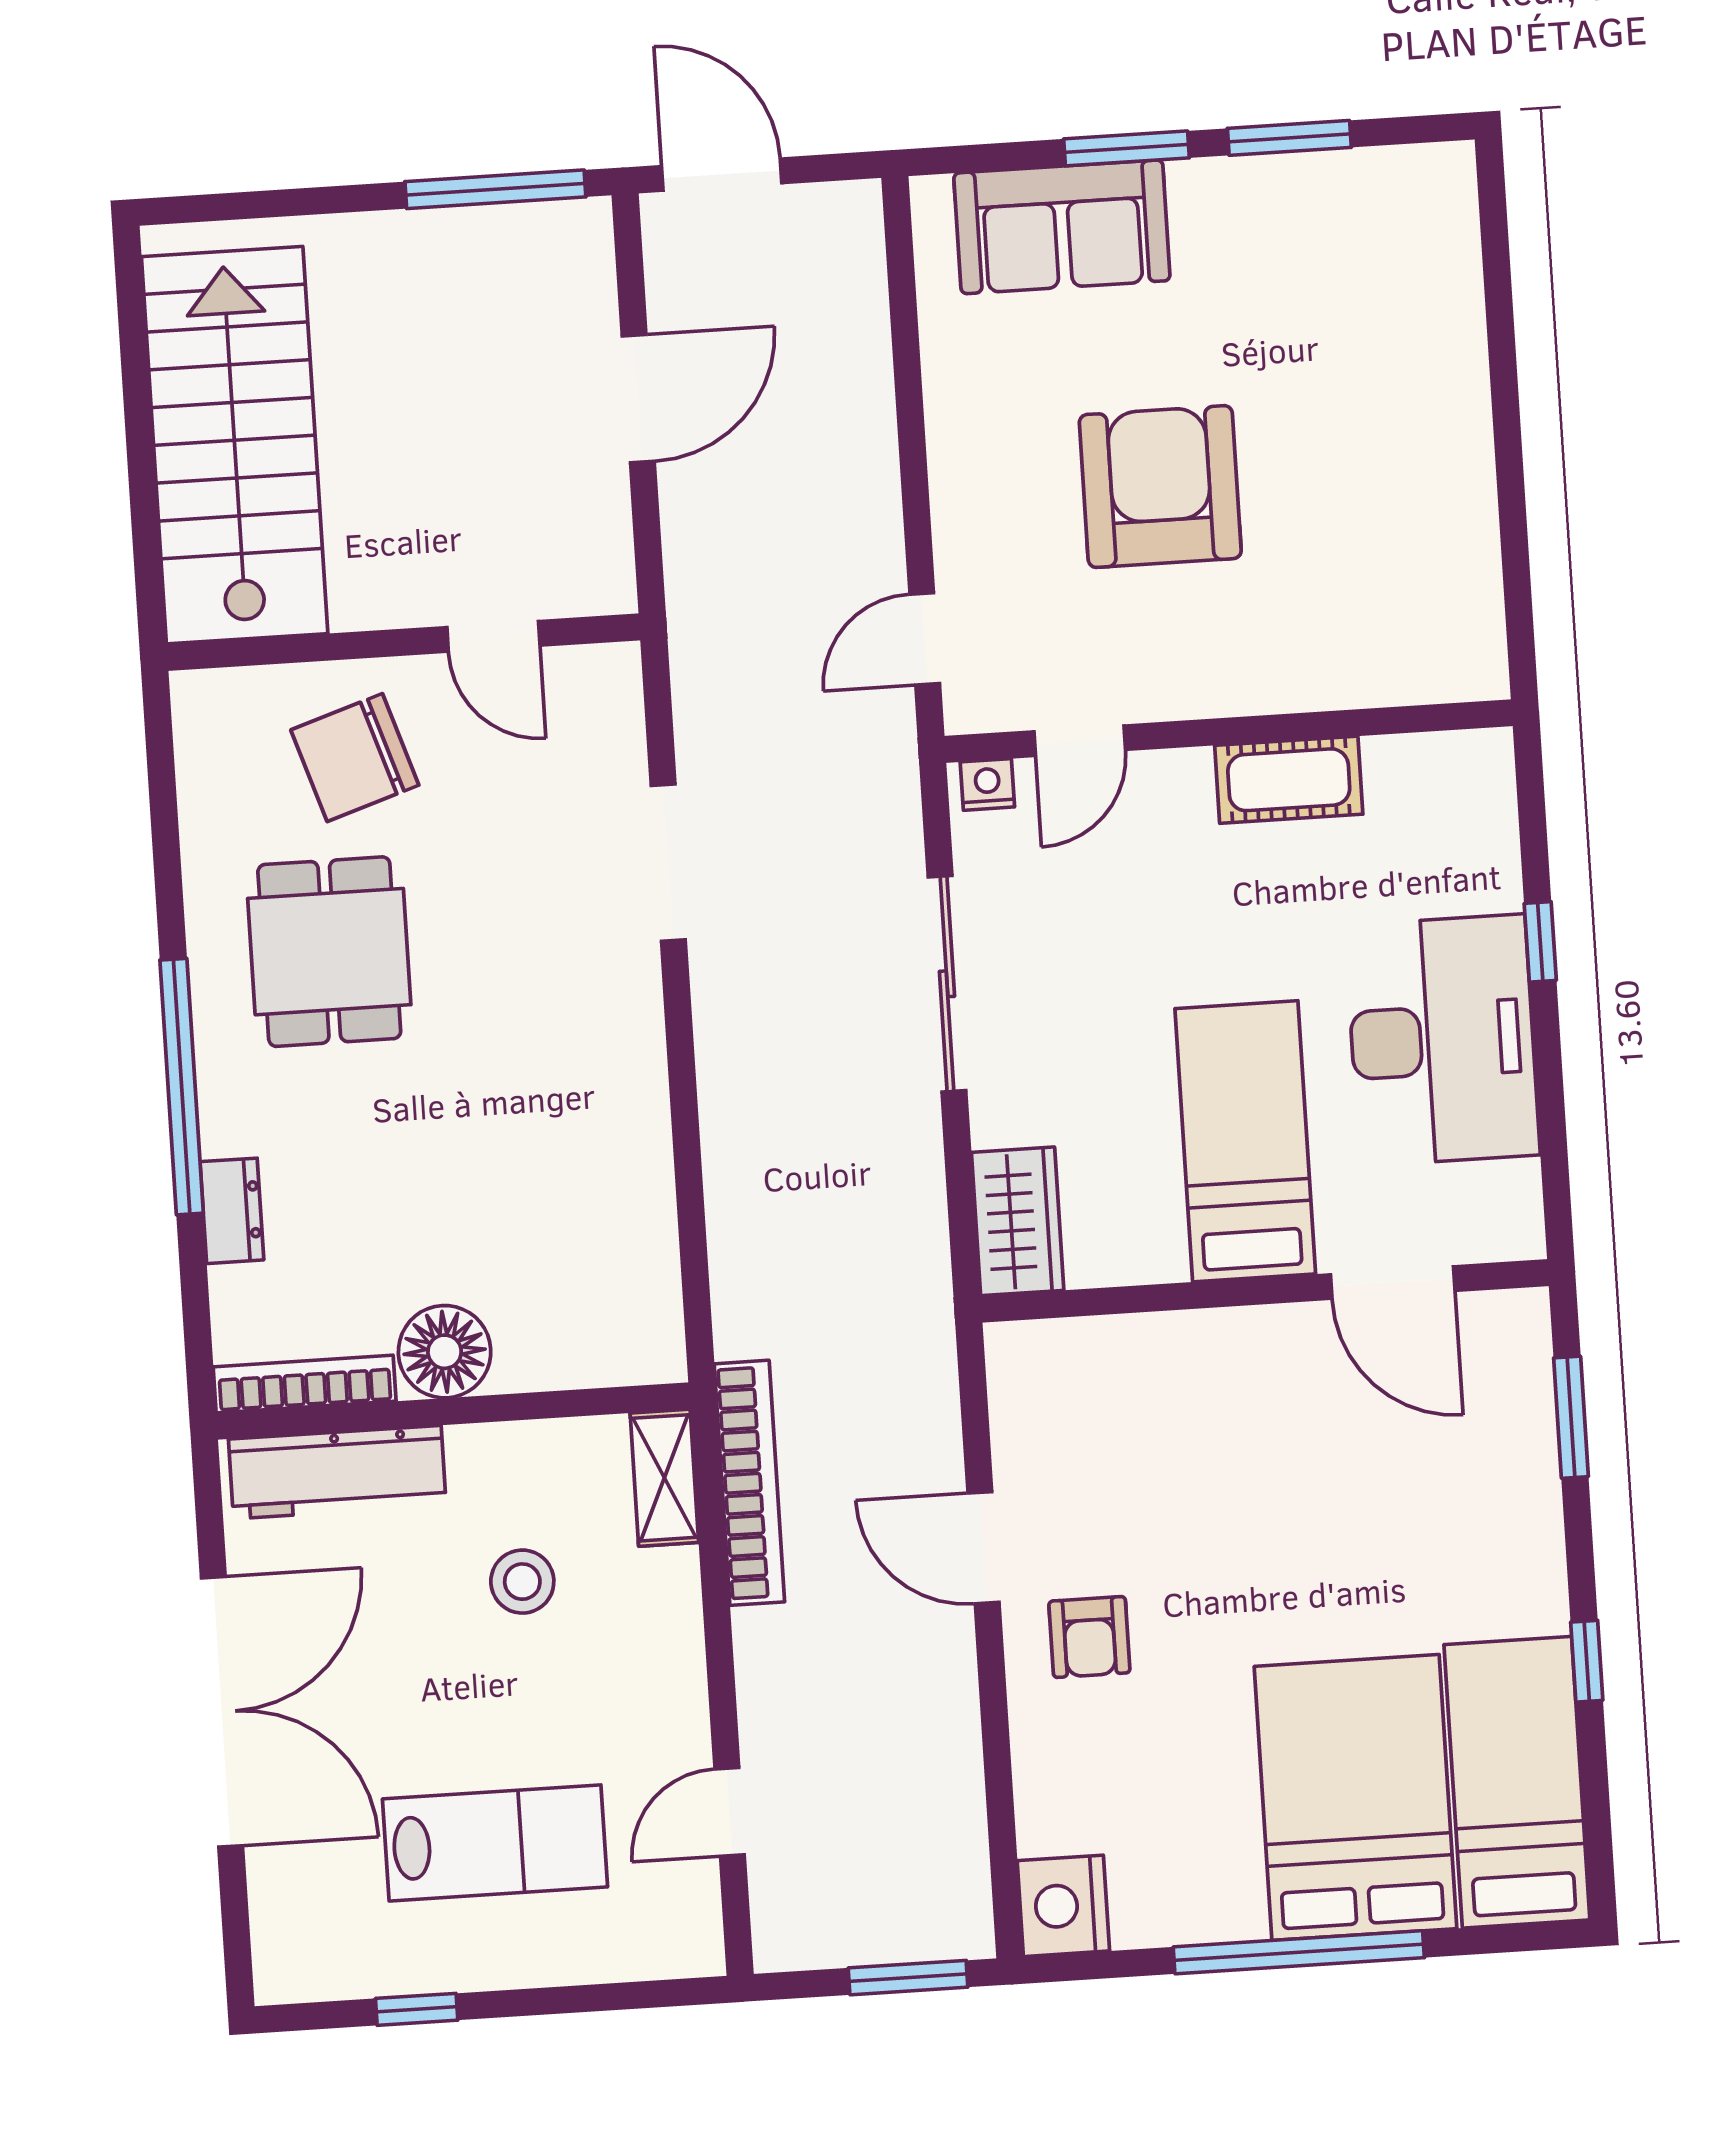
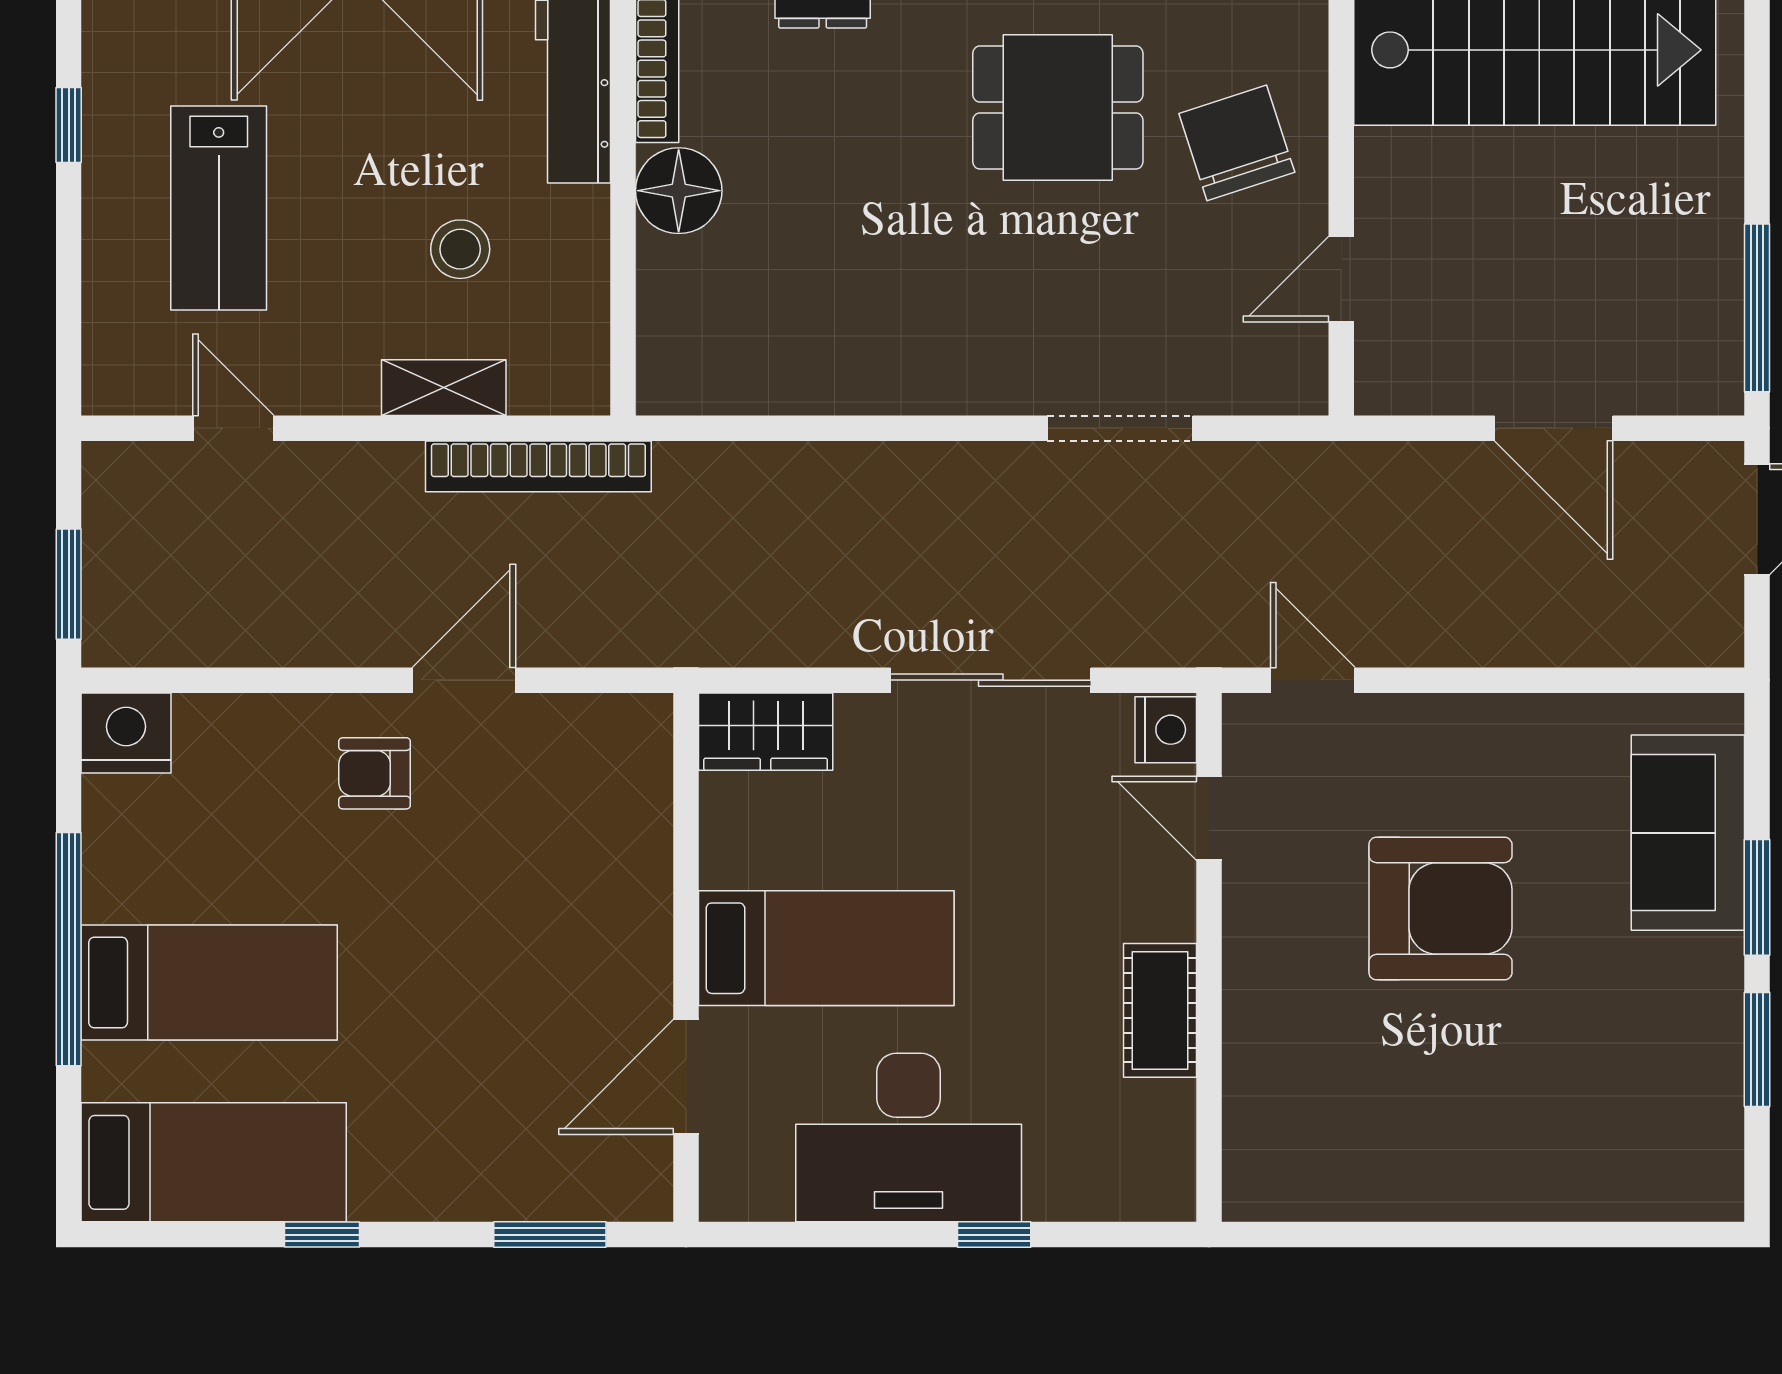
nightstand: (987, 784) -> (1166, 730), width x1.39, depth x1.35
shelving: (664, 1478) -> (444, 388), moved
bed: (1356, 1797) -> (209, 982), width x0.67

